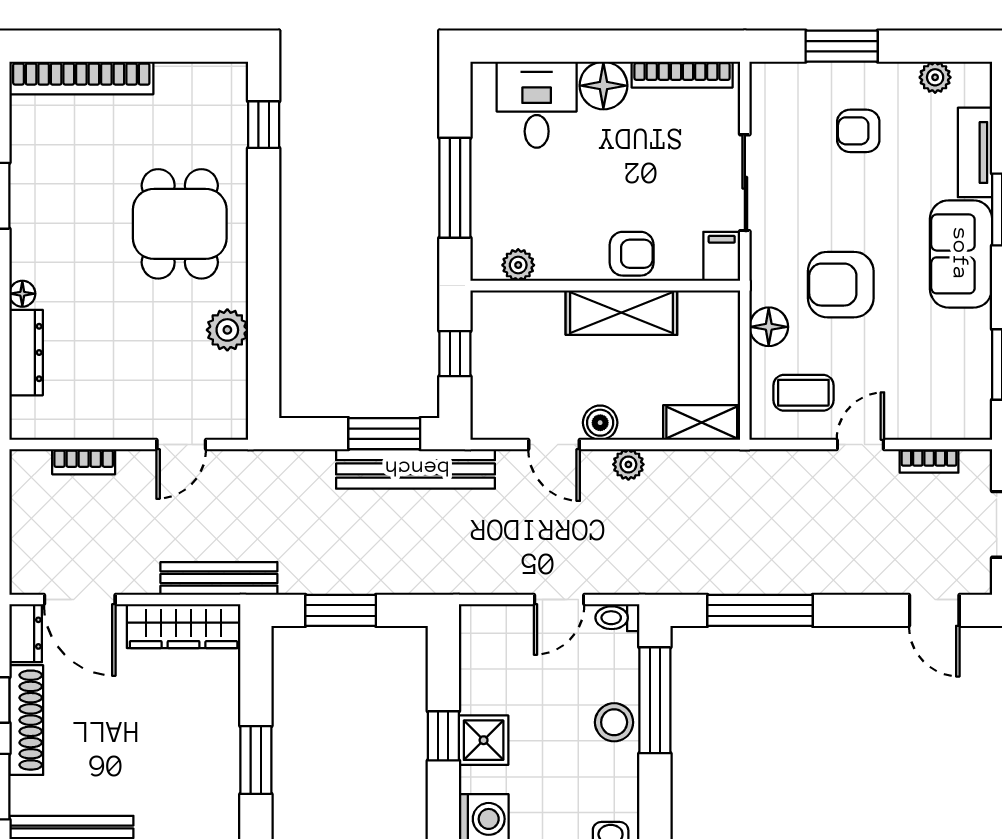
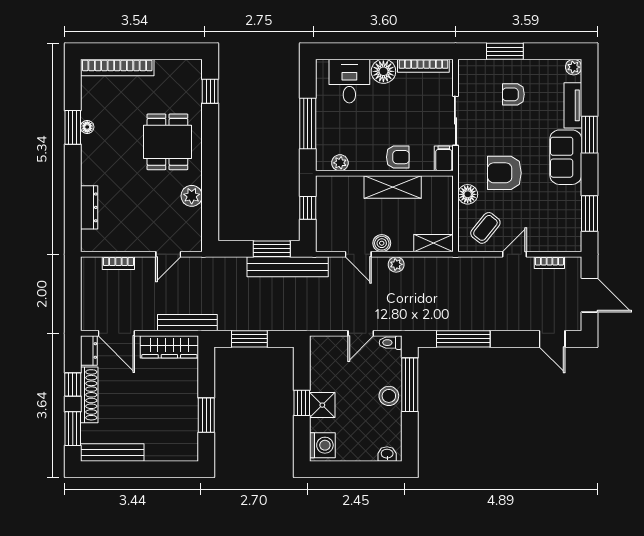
plant: (935, 77) -> (574, 67), moved
floor lamp: (22, 294) -> (87, 127), moved
coffee table: (803, 393) -> (485, 228), turned -51

